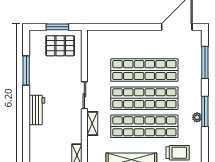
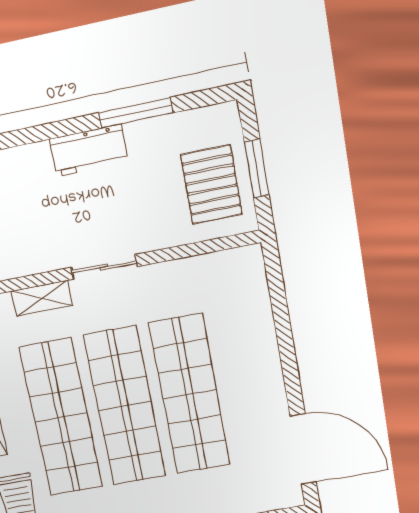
workbench: (37, 110) -> (89, 151), moved

